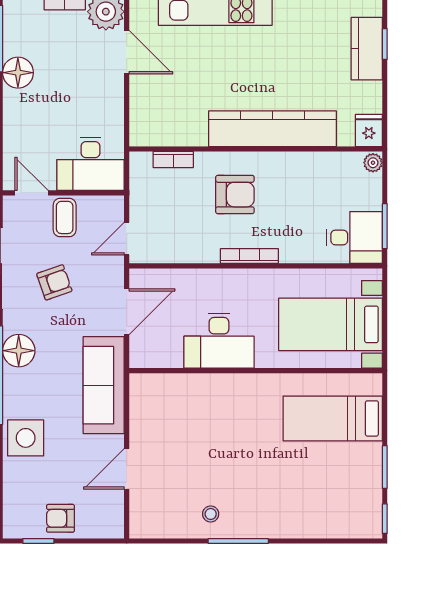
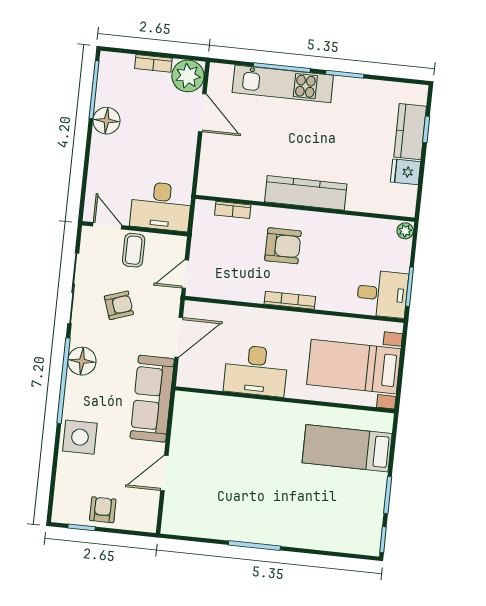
kitchen counter: (272, 129) -> (306, 193), width x0.72, depth x0.86
fridge: (369, 131) -> (405, 172), moved, turned -90
stool: (211, 514) -> (233, 520), removed
armchair: (60, 518) -> (103, 510), turned 90

